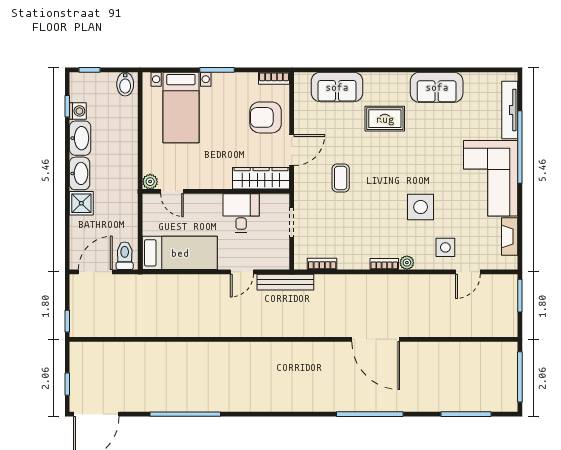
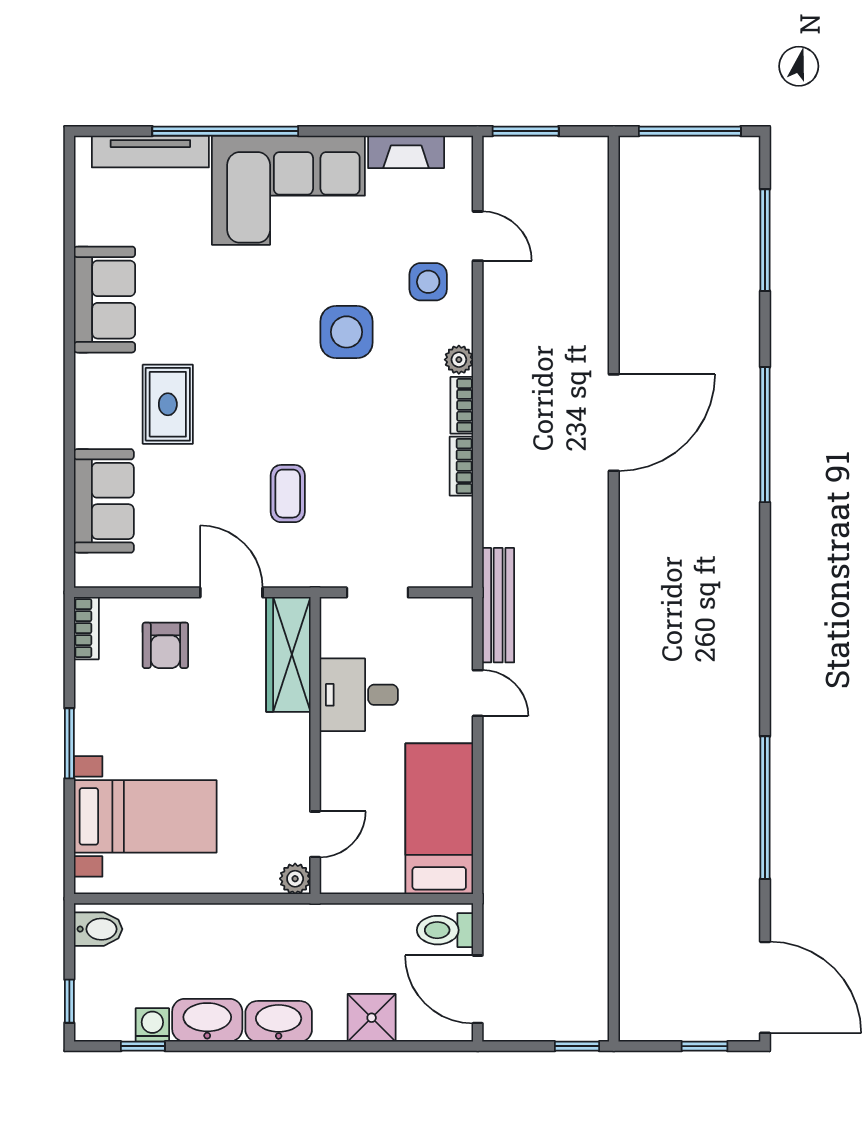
armchair: (266, 117) -> (165, 645), width x0.72, depth x0.72
coffee table: (341, 178) -> (288, 494), turned 90
shower: (81, 203) -> (372, 1018), moved
bookcase: (322, 264) -> (461, 466), moved

